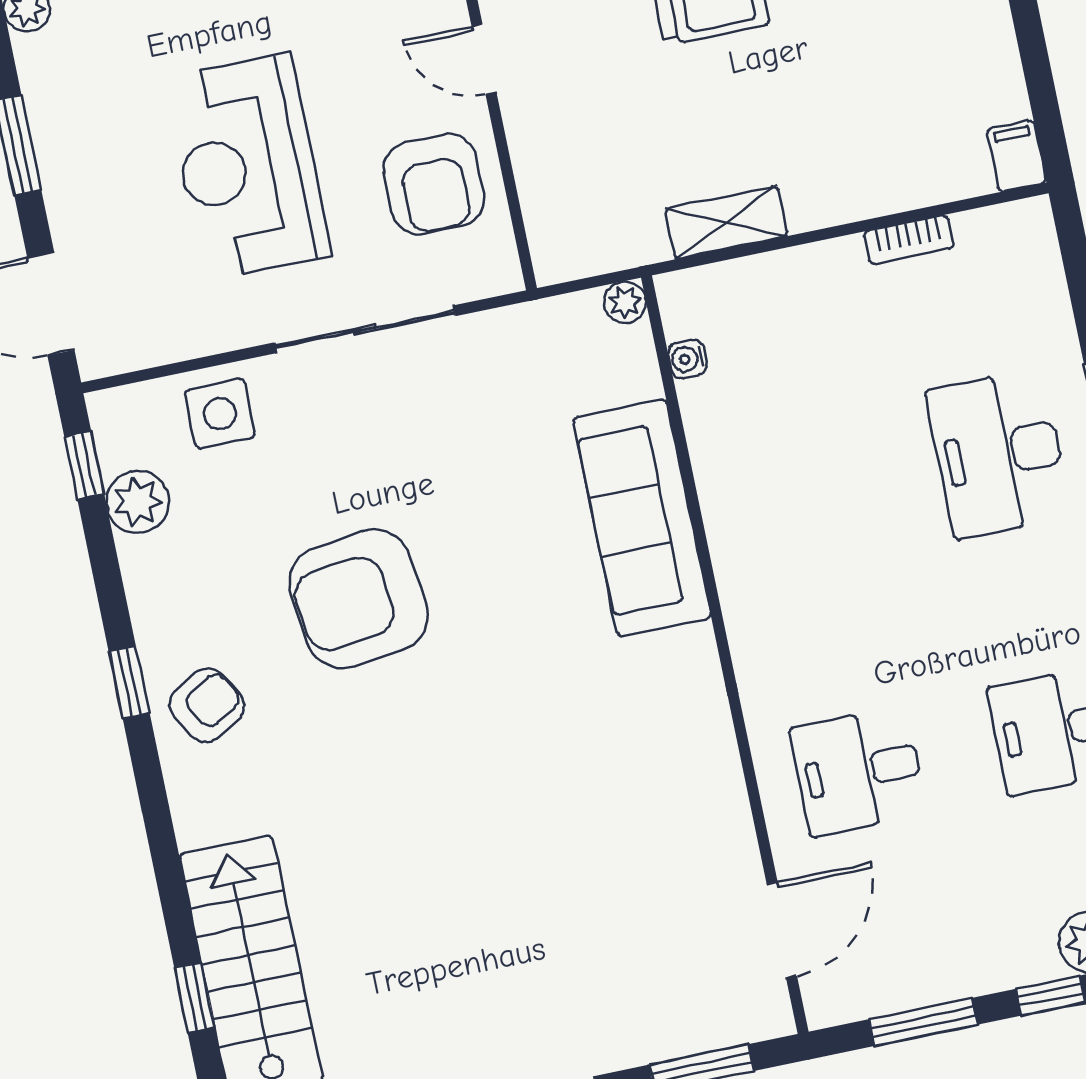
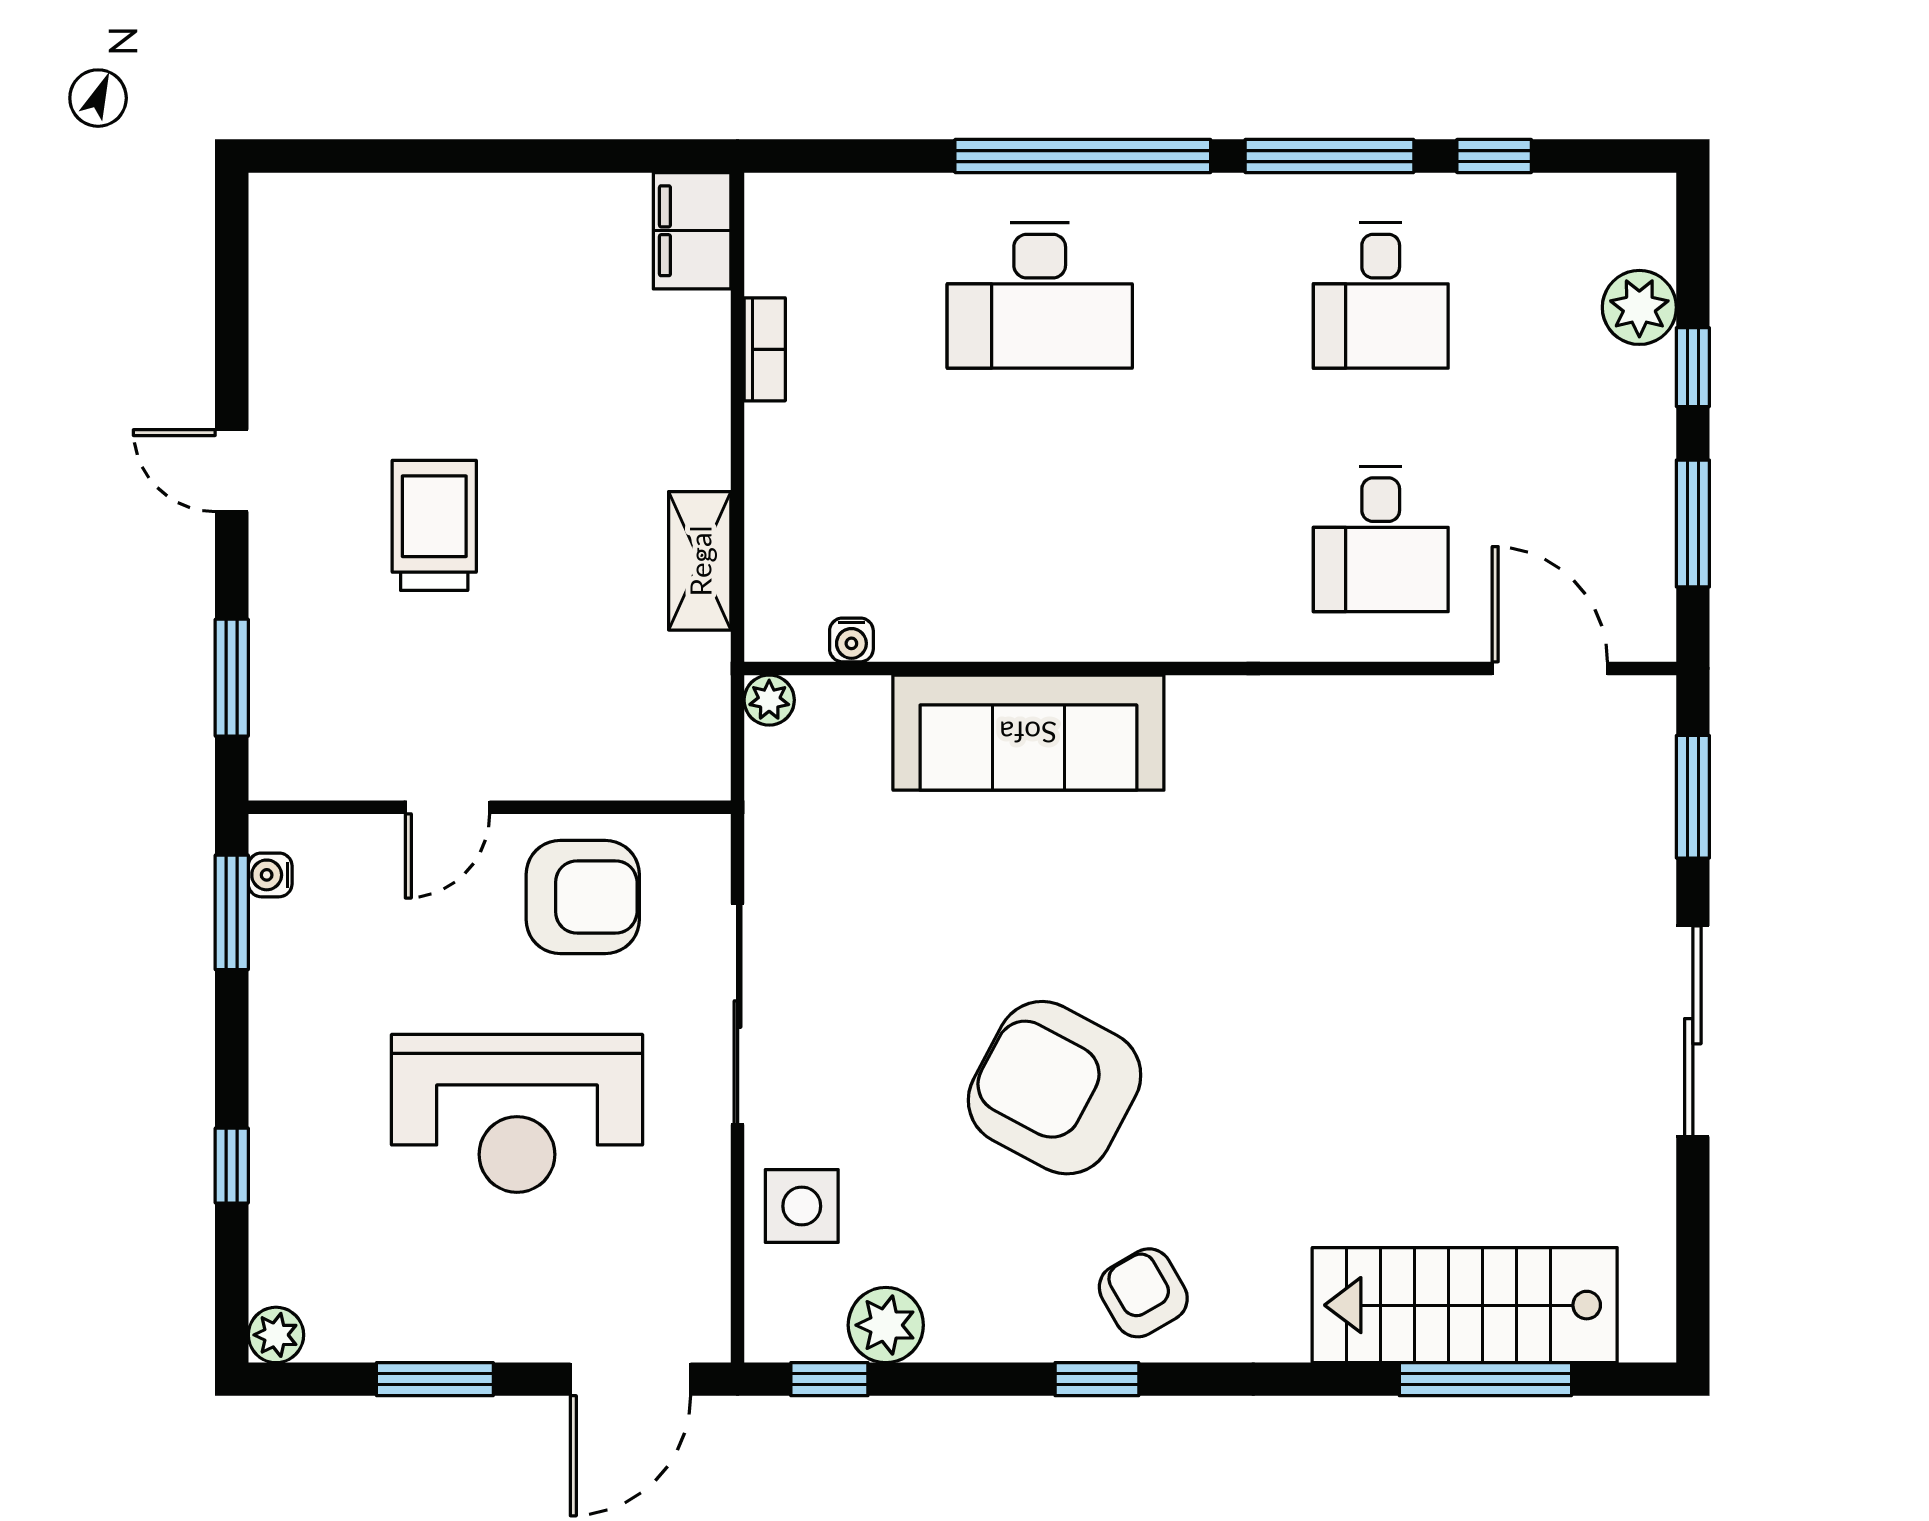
filing cabinet: (1016, 156) -> (692, 231), width x2.00
armchair: (358, 599) -> (1055, 1088), turned 125
window: (194, 997) -> (1485, 1379), width x2.17

